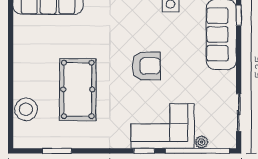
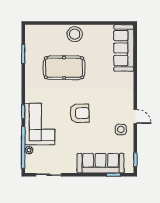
armchair: (146, 66) -> (80, 113), turned -92
stool: (26, 109) -> (75, 34), moved

